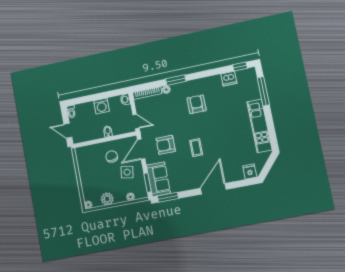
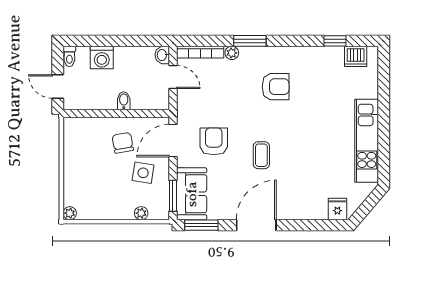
window: (240, 66) -> (335, 41), moved
dishwasher: (229, 79) -> (356, 56), moved
window: (263, 91) -> (384, 88), removed
armchair: (197, 104) -> (276, 87), turned 90
washing machine: (101, 106) -> (102, 58), moved
door: (136, 122) -> (173, 77), moved
armchair: (166, 145) -> (214, 141), turned 90
door: (213, 189) -> (256, 225), moved
plant: (107, 199) -> (103, 209), removed

